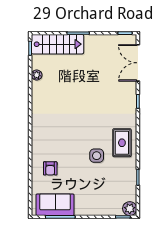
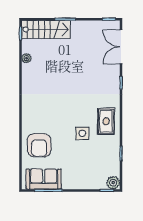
armchair: (50, 168) -> (39, 145), width x1.88, depth x1.88

